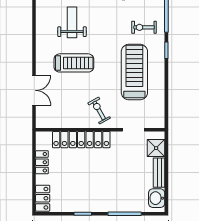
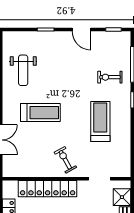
weight bench: (72, 22) -> (23, 70), moved, turned 180
treadmill: (134, 72) -> (100, 122), width x0.73, depth x0.73

